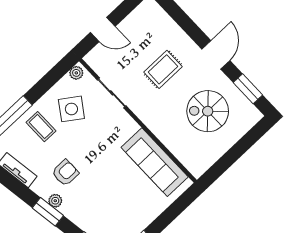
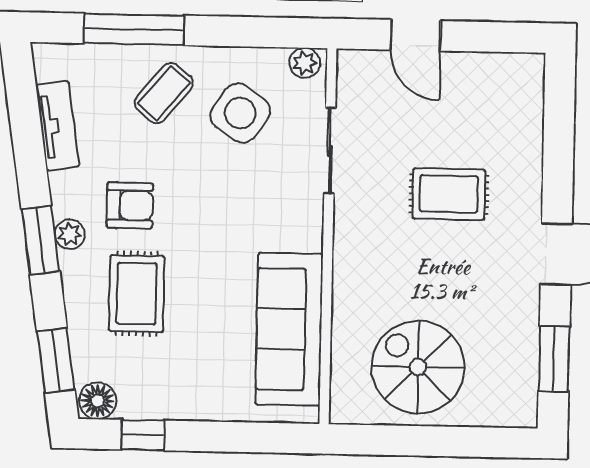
spiral stairs: (208, 111) -> (418, 367), moved
coffee table: (41, 127) -> (164, 93), turned 40
rug: (95, 199) -> (137, 294), added

